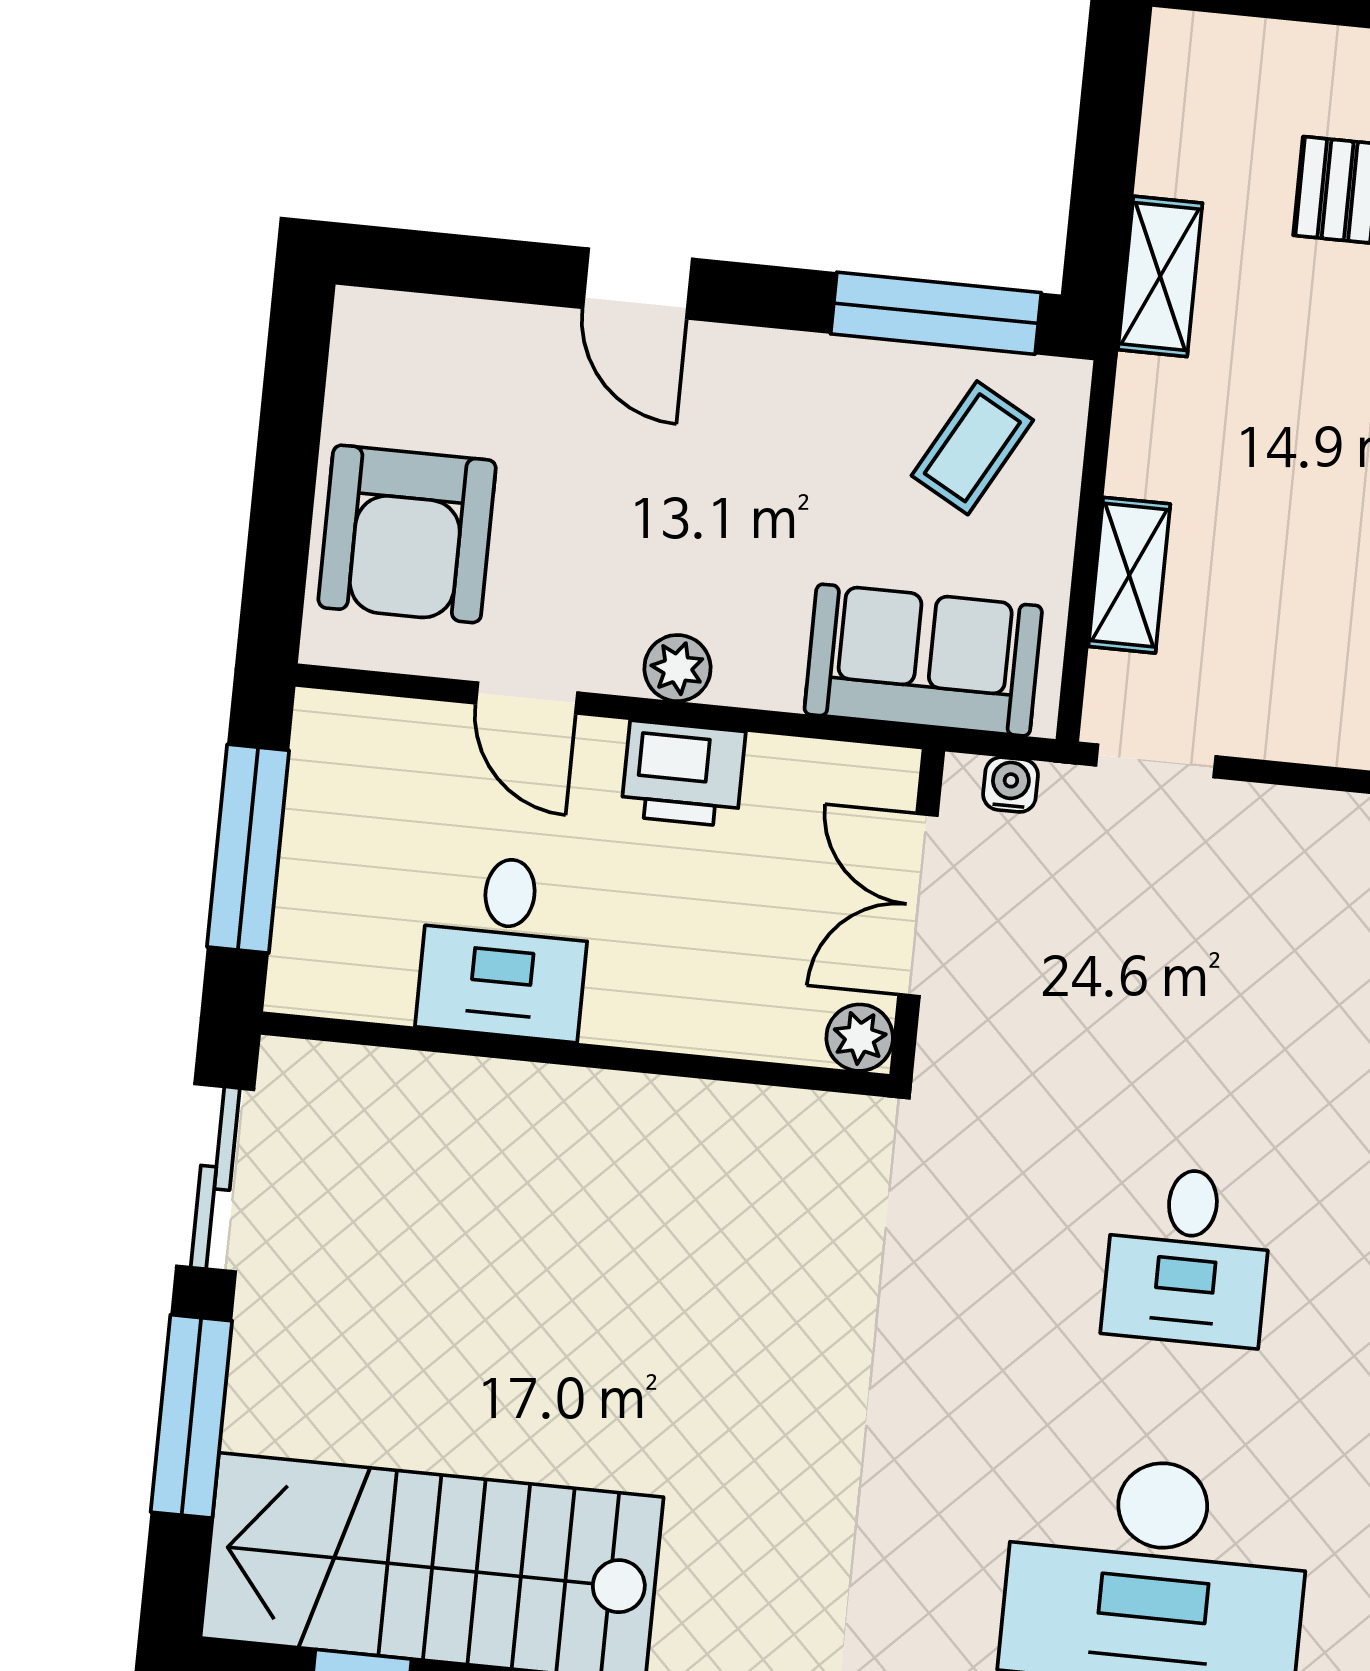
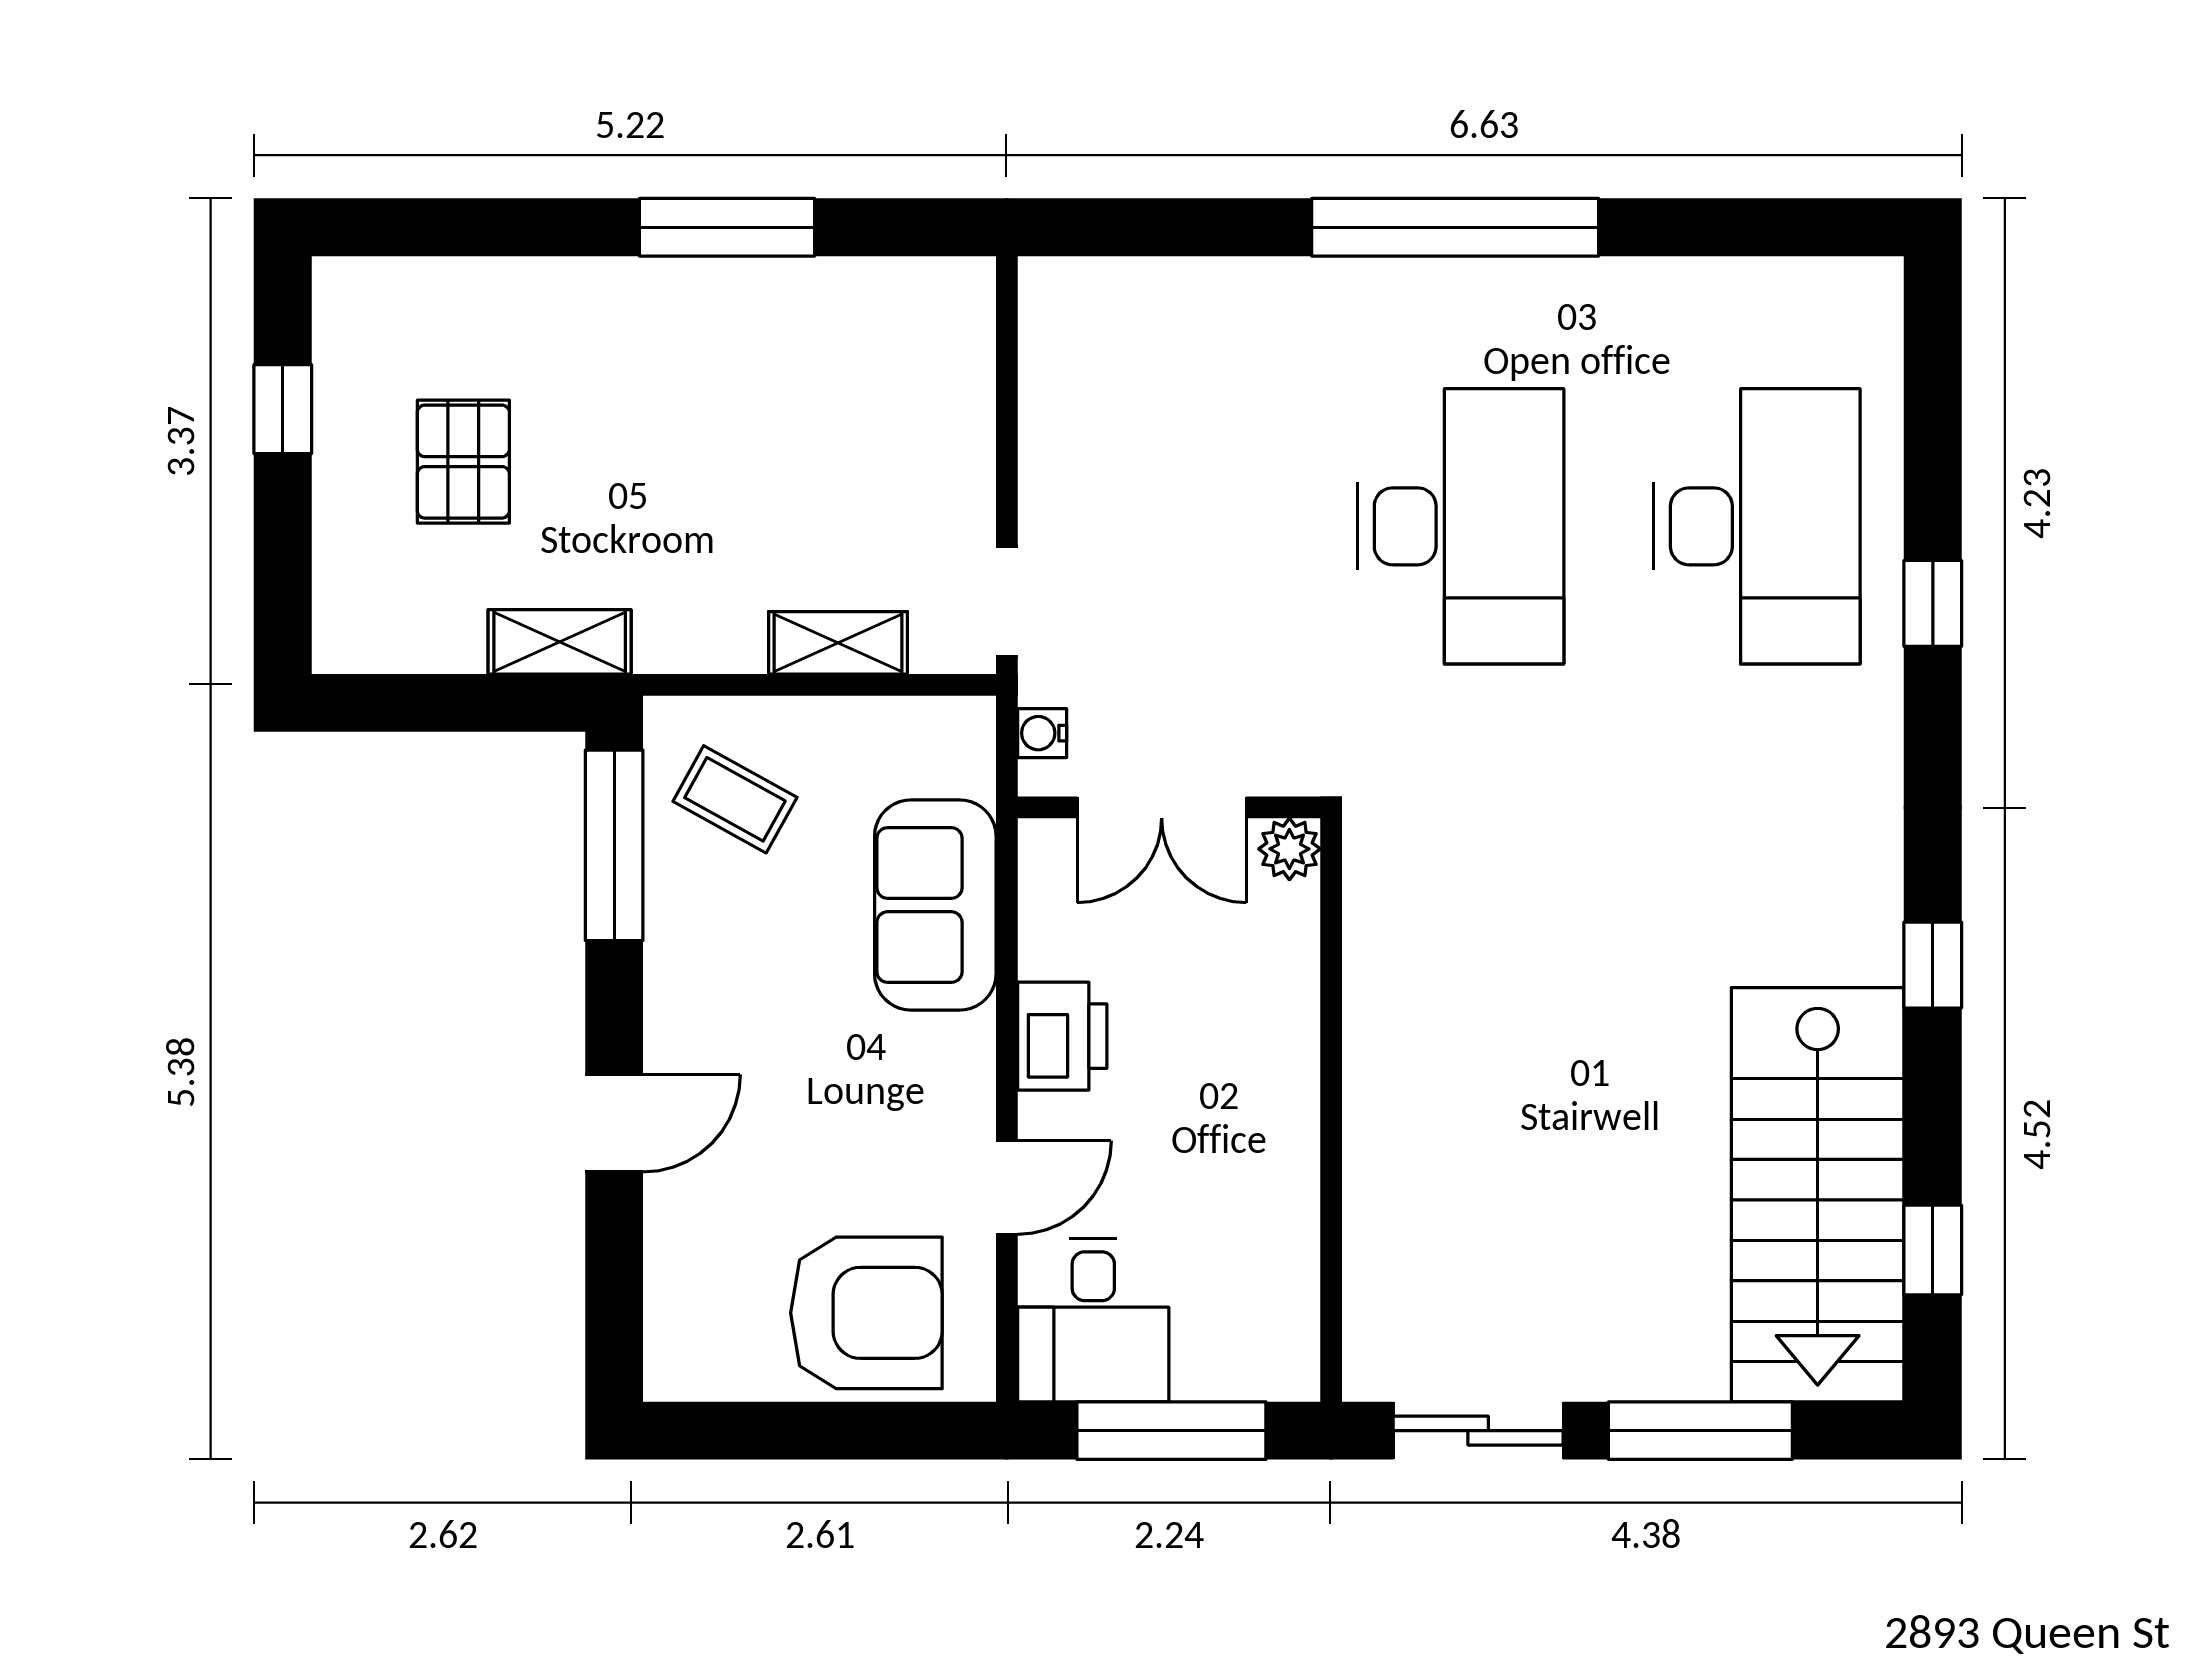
sofa: (923, 660) -> (935, 905), moved
plant: (677, 668) -> (965, 1051), removed
desk: (505, 947) -> (1093, 1320), moved, turned 90
desk: (1188, 1256) -> (1461, 526), width x1.87, depth x1.30

